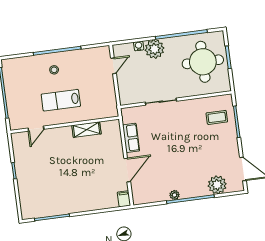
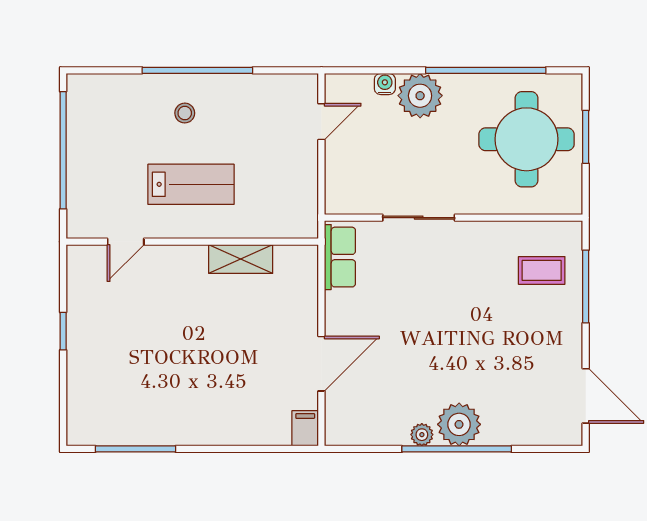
lab bench: (61, 100) -> (191, 184), turned 180
row of seats: (131, 138) -> (340, 257), moved
plant: (217, 185) -> (459, 424), moved

